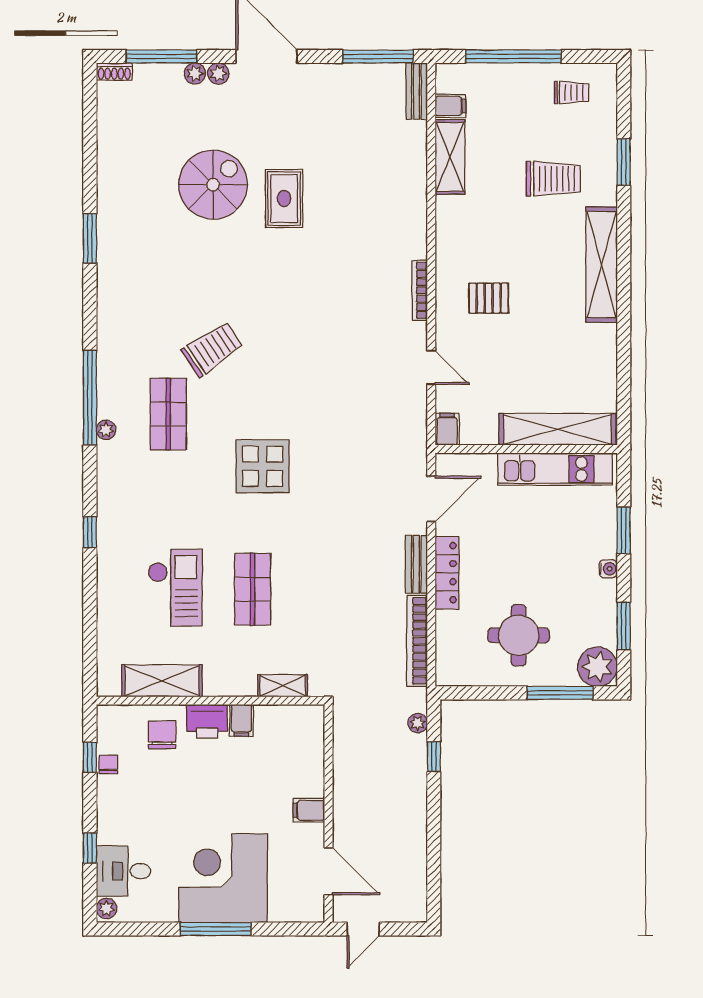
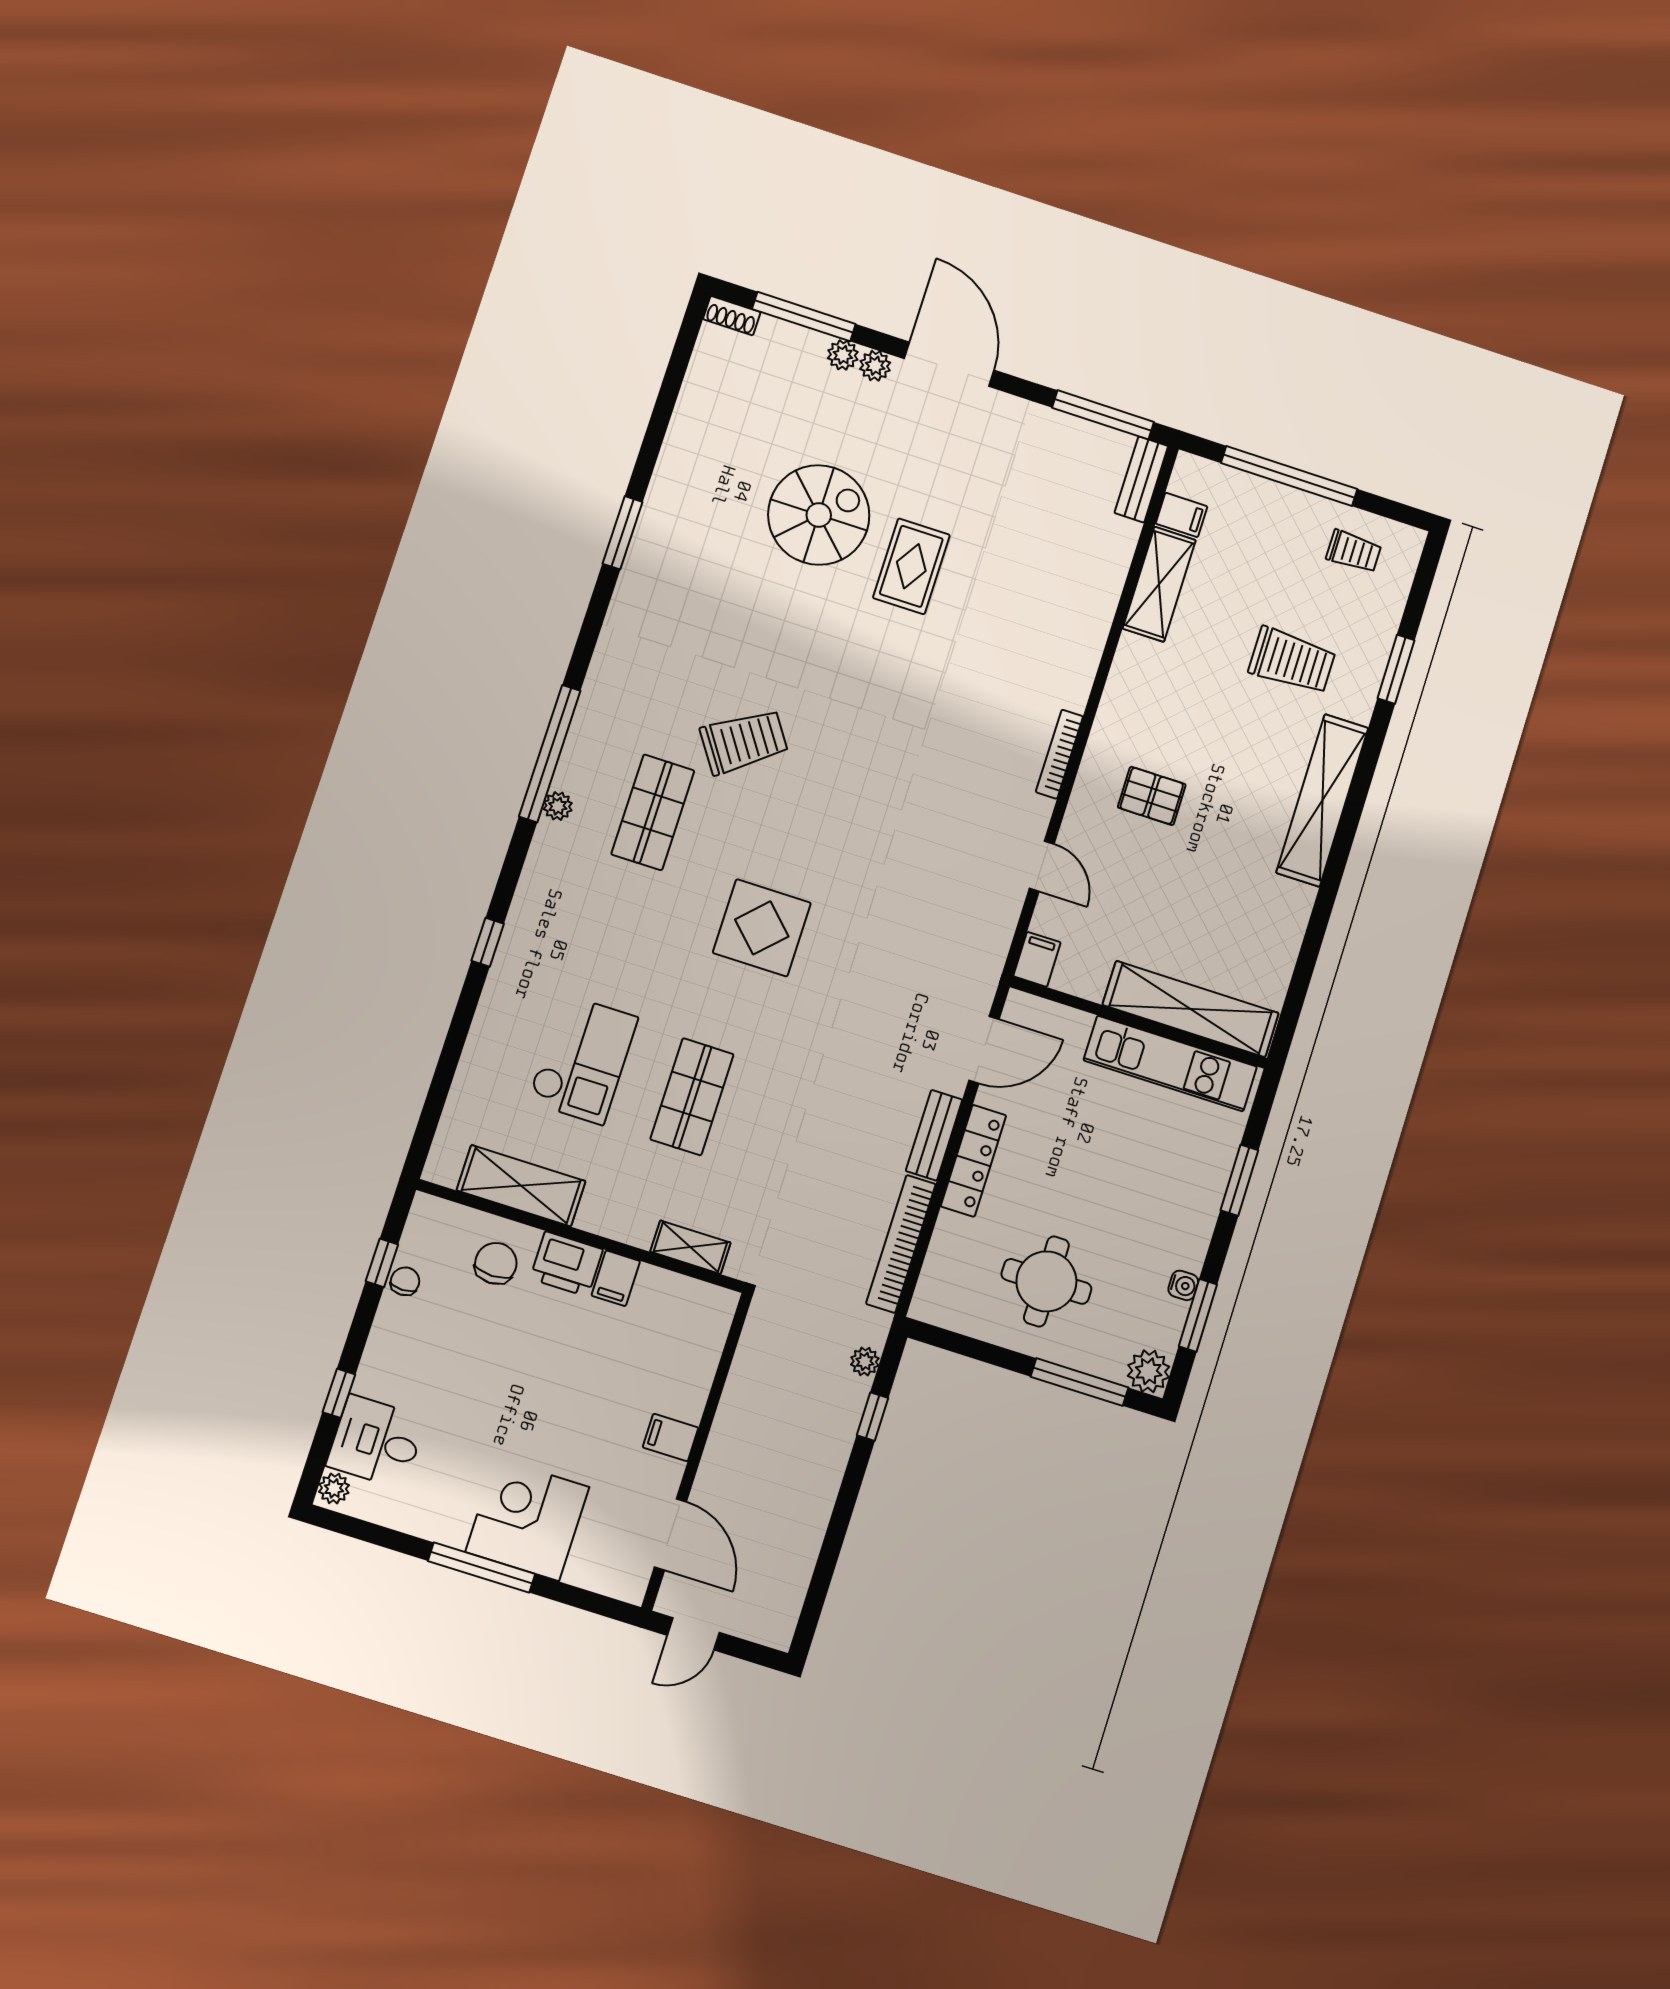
water cooler: (608, 569) -> (1183, 1285), moved
plant: (597, 667) -> (1149, 1371), width x0.73, depth x0.73
corner desk: (223, 878) -> (527, 1519), width x0.74, depth x0.74

